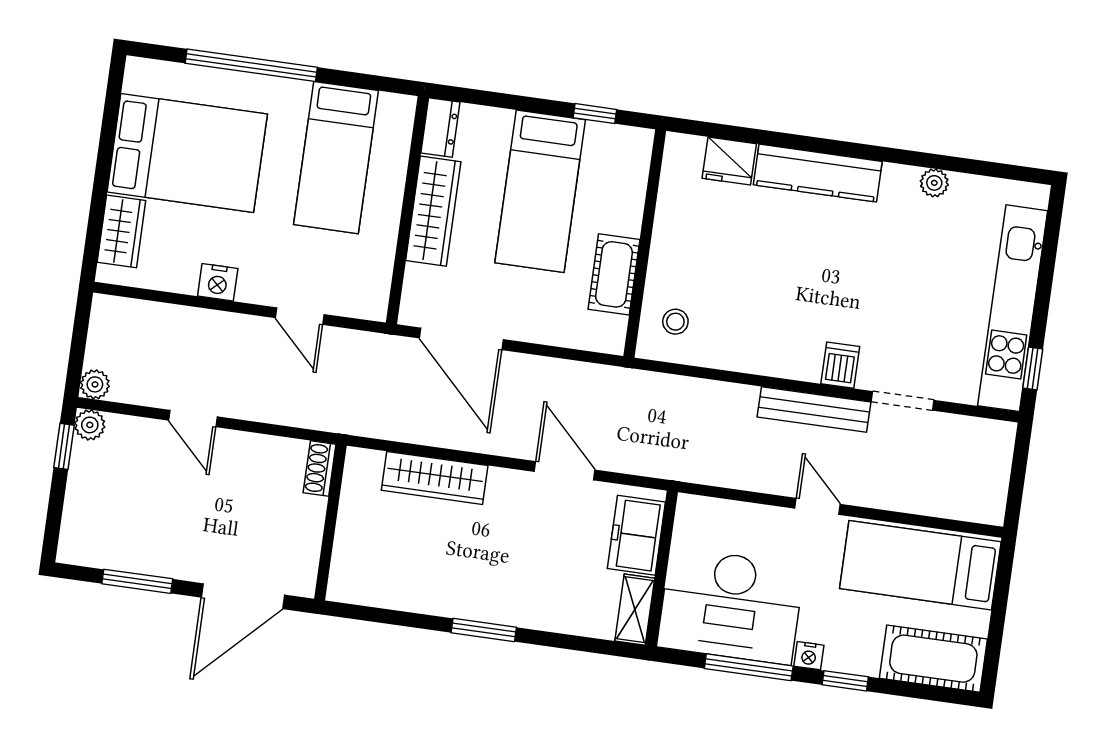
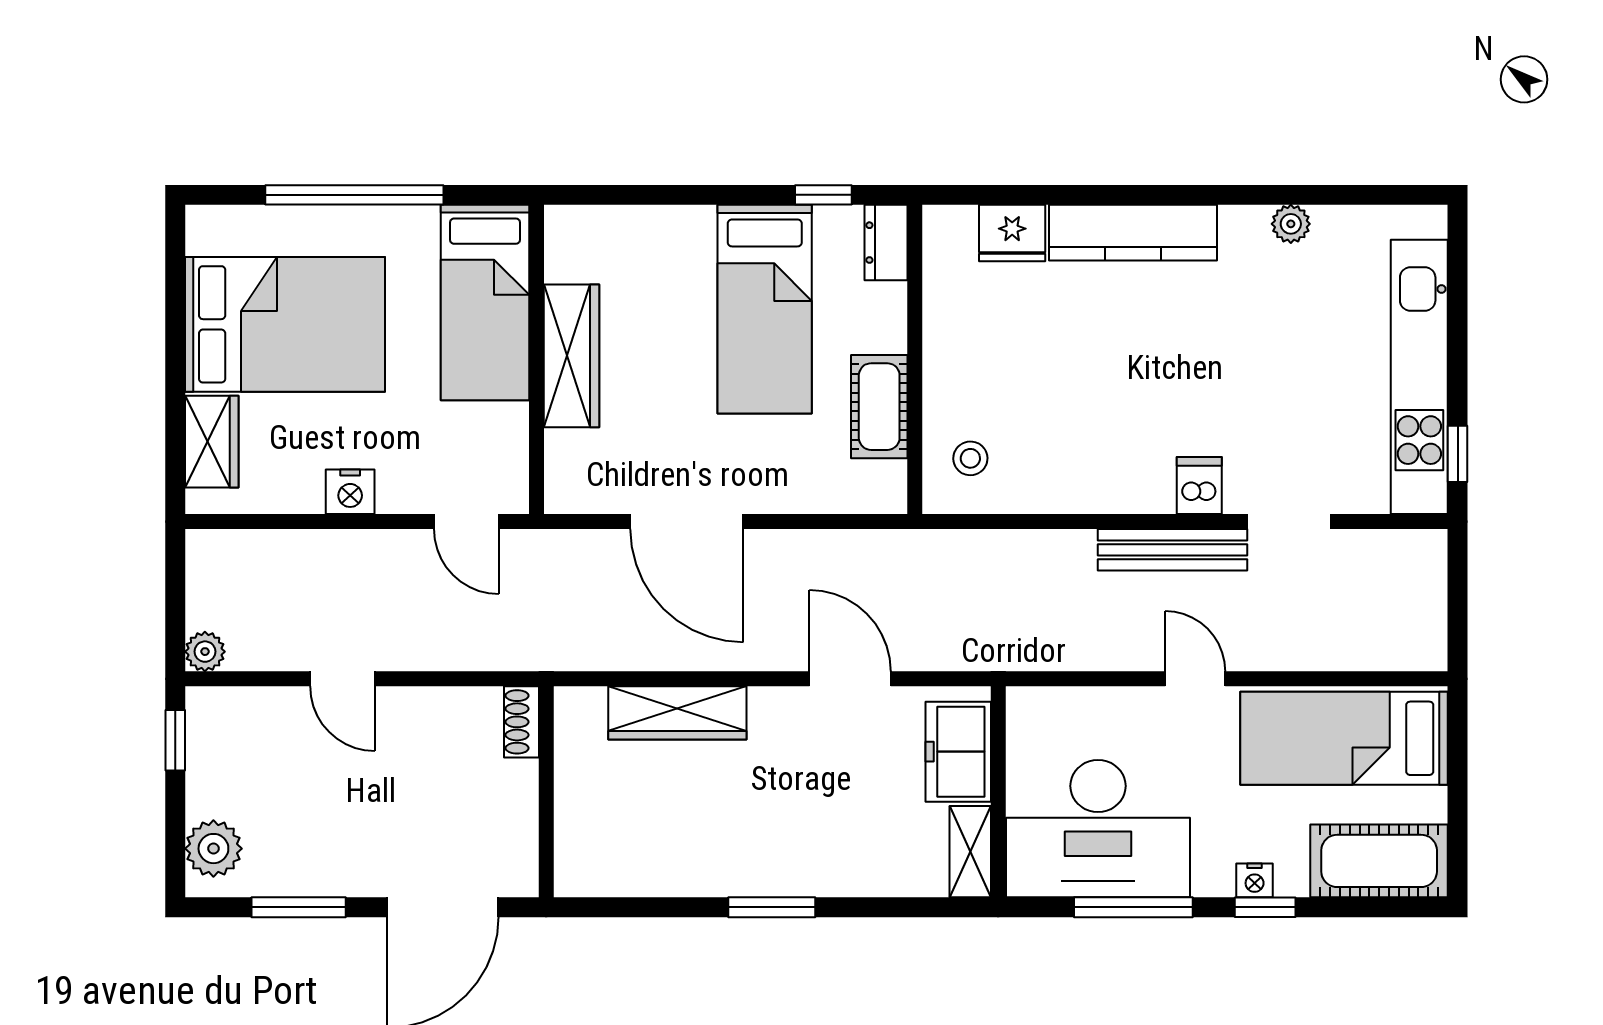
dresser: (440, 127) -> (886, 243), moved, turned 180
wall: (407, 210) -> (536, 359), moved
wardrobe: (433, 211) -> (571, 356), moved
plant: (90, 425) -> (213, 849), moved, width x1.38, depth x1.38
nightstand: (809, 656) -> (1255, 880), moved

